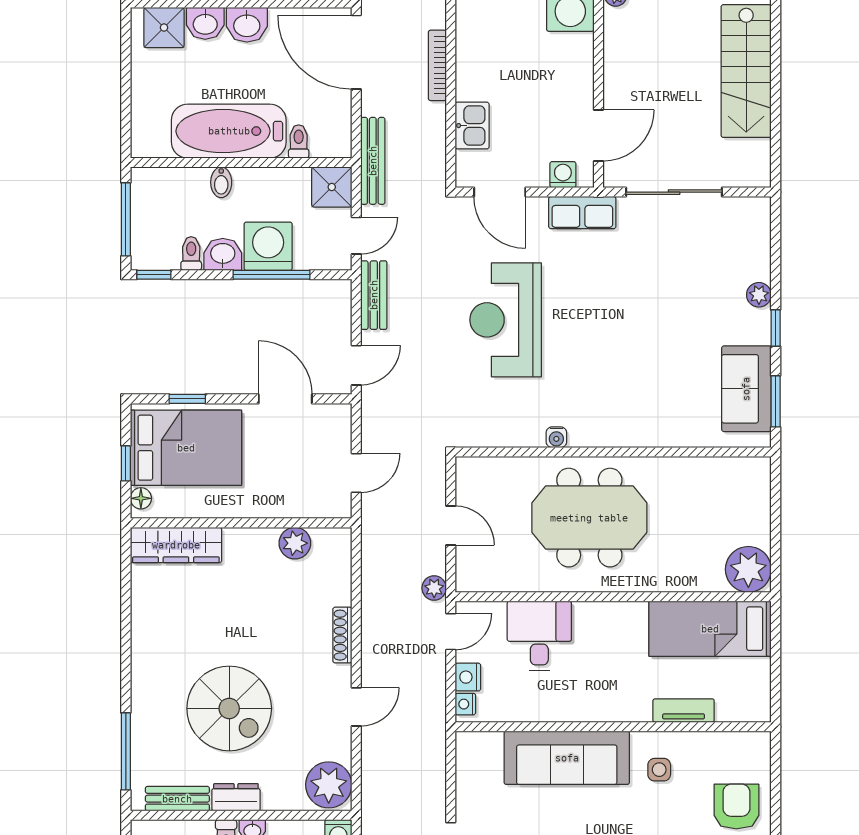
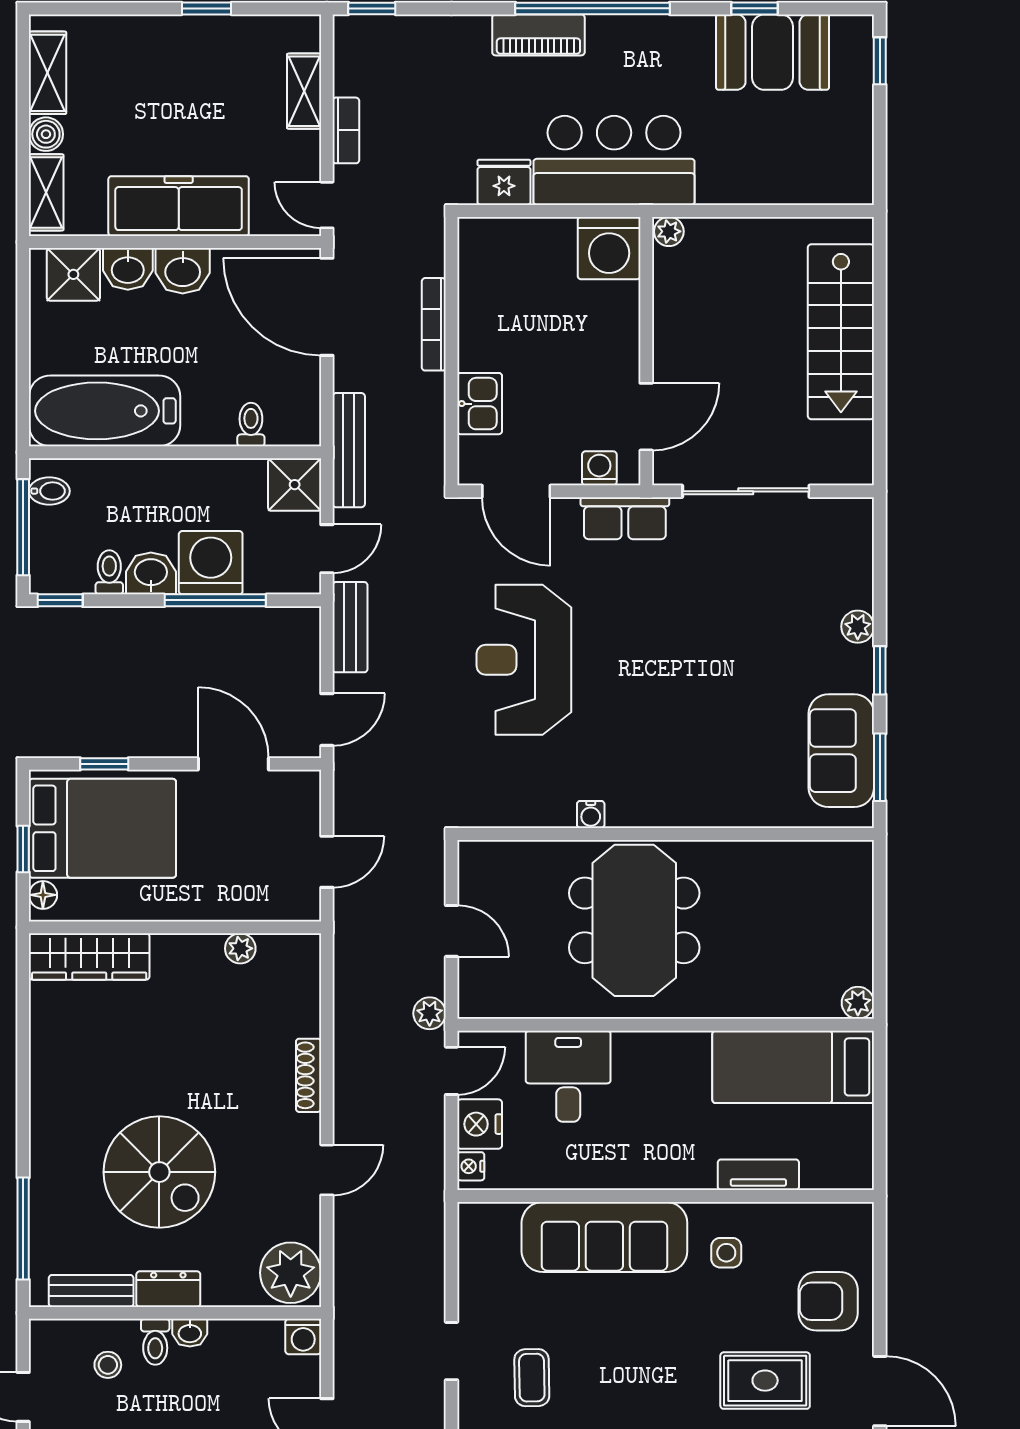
bathtub: (229, 131) -> (105, 411), moved
bidet: (221, 182) -> (49, 491), moved, turned -90
meeting table: (589, 518) -> (634, 920), turned 90
plant: (295, 543) -> (240, 948), width x0.73, depth x0.73
plant: (748, 569) -> (858, 1003), width x0.53, depth x0.53
nightstand: (468, 677) -> (480, 1124), width x1.36, depth x1.33
armchair: (736, 806) -> (828, 1301), turned -90

